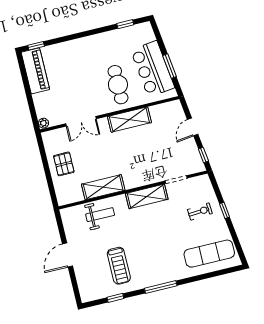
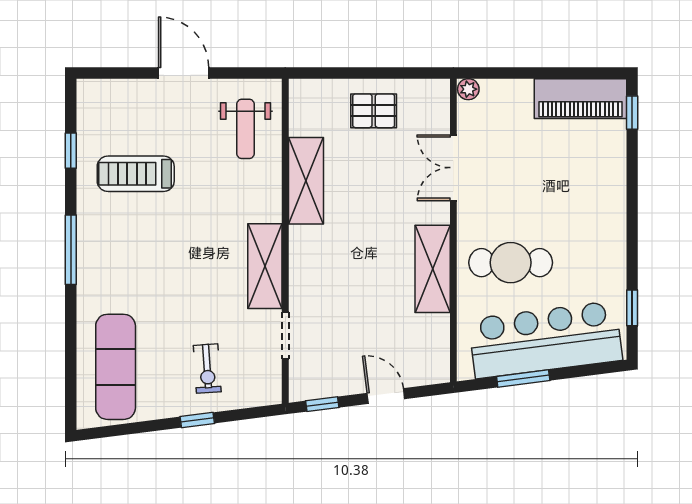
bar counter: (153, 69) -> (545, 340), width x1.36
weight bench: (100, 215) -> (245, 129), moved

